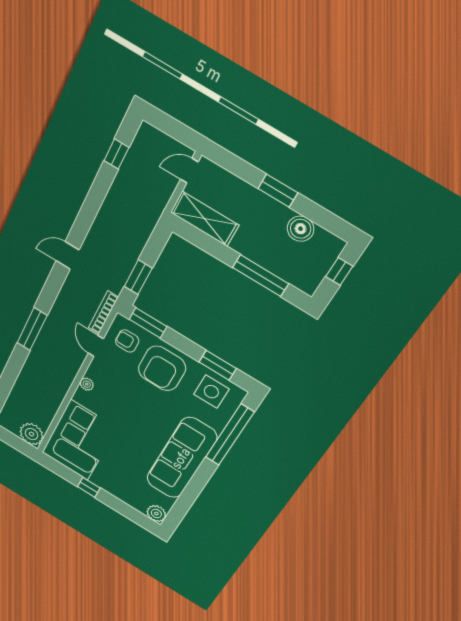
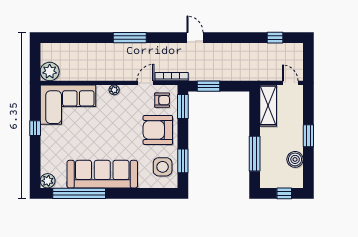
armchair: (127, 341) -> (162, 100), turned 90
window: (230, 435) -> (79, 193), moved

